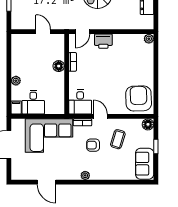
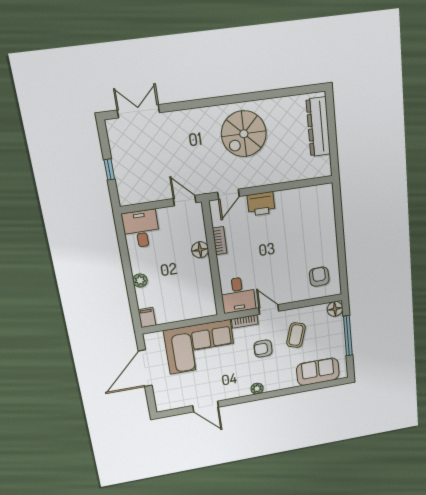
door: (43, 32) -> (185, 201), moved
plant: (149, 39) -> (326, 190), removed
armchair: (139, 98) -> (319, 277), width x0.53, depth x0.53
desk: (33, 102) -> (141, 229), moved, turned 180
window: (156, 147) -> (348, 336), width x2.17
sofa: (145, 164) -> (318, 372), moved, turned 90

